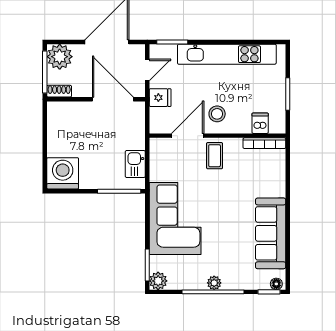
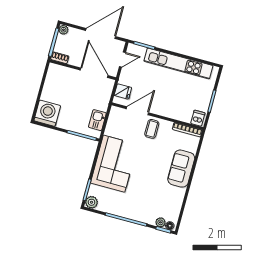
plant: (60, 57) -> (63, 30), width x0.53, depth x0.53
fridge: (160, 98) -> (123, 91), moved
stool: (217, 114) -> (161, 102), removed
dishwasher: (260, 123) -> (198, 118), moved
sofa: (271, 233) -> (181, 169), moved, width x0.73
plant: (214, 283) -> (160, 222), moved

